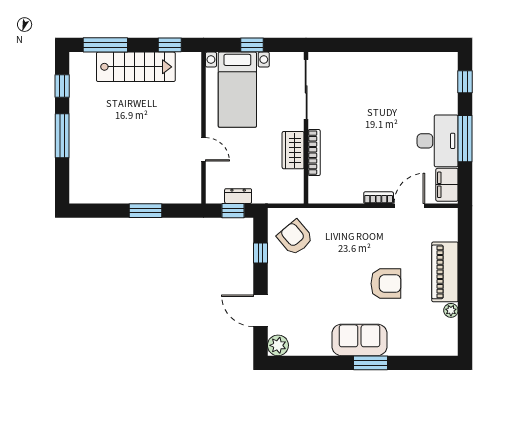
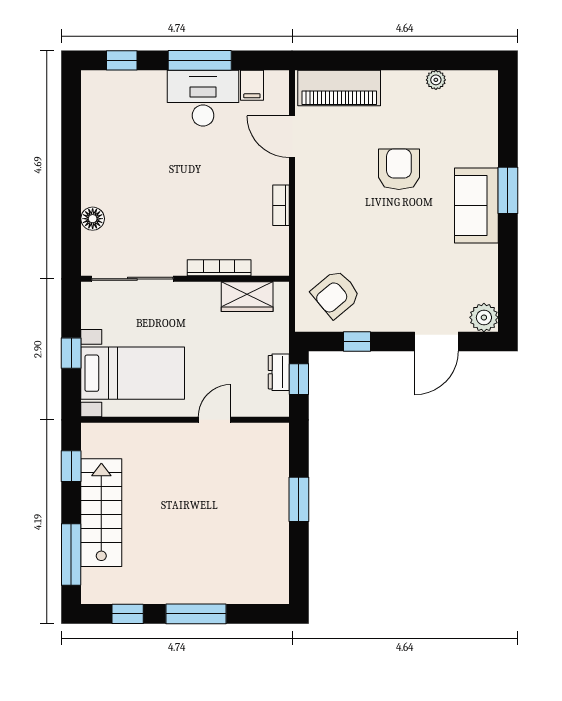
floor lamp: (350, 60) -> (93, 219), added
wardrobe: (293, 150) -> (247, 297), moved
filing cabinet: (447, 185) -> (252, 85), width x0.50
bookcase: (379, 198) -> (281, 205), moved
piano: (445, 272) -> (339, 88), moved

